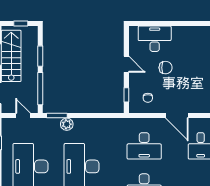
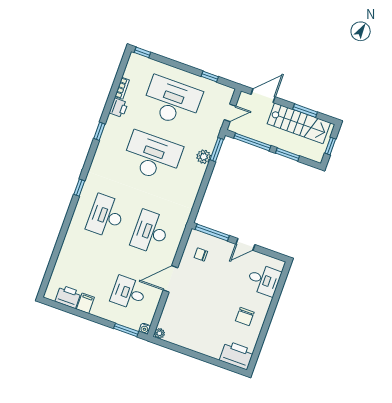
desk: (155, 39) -> (264, 280), width x0.73
chair: (166, 68) -> (245, 317), moved
window: (126, 95) -> (212, 232), width x2.17

